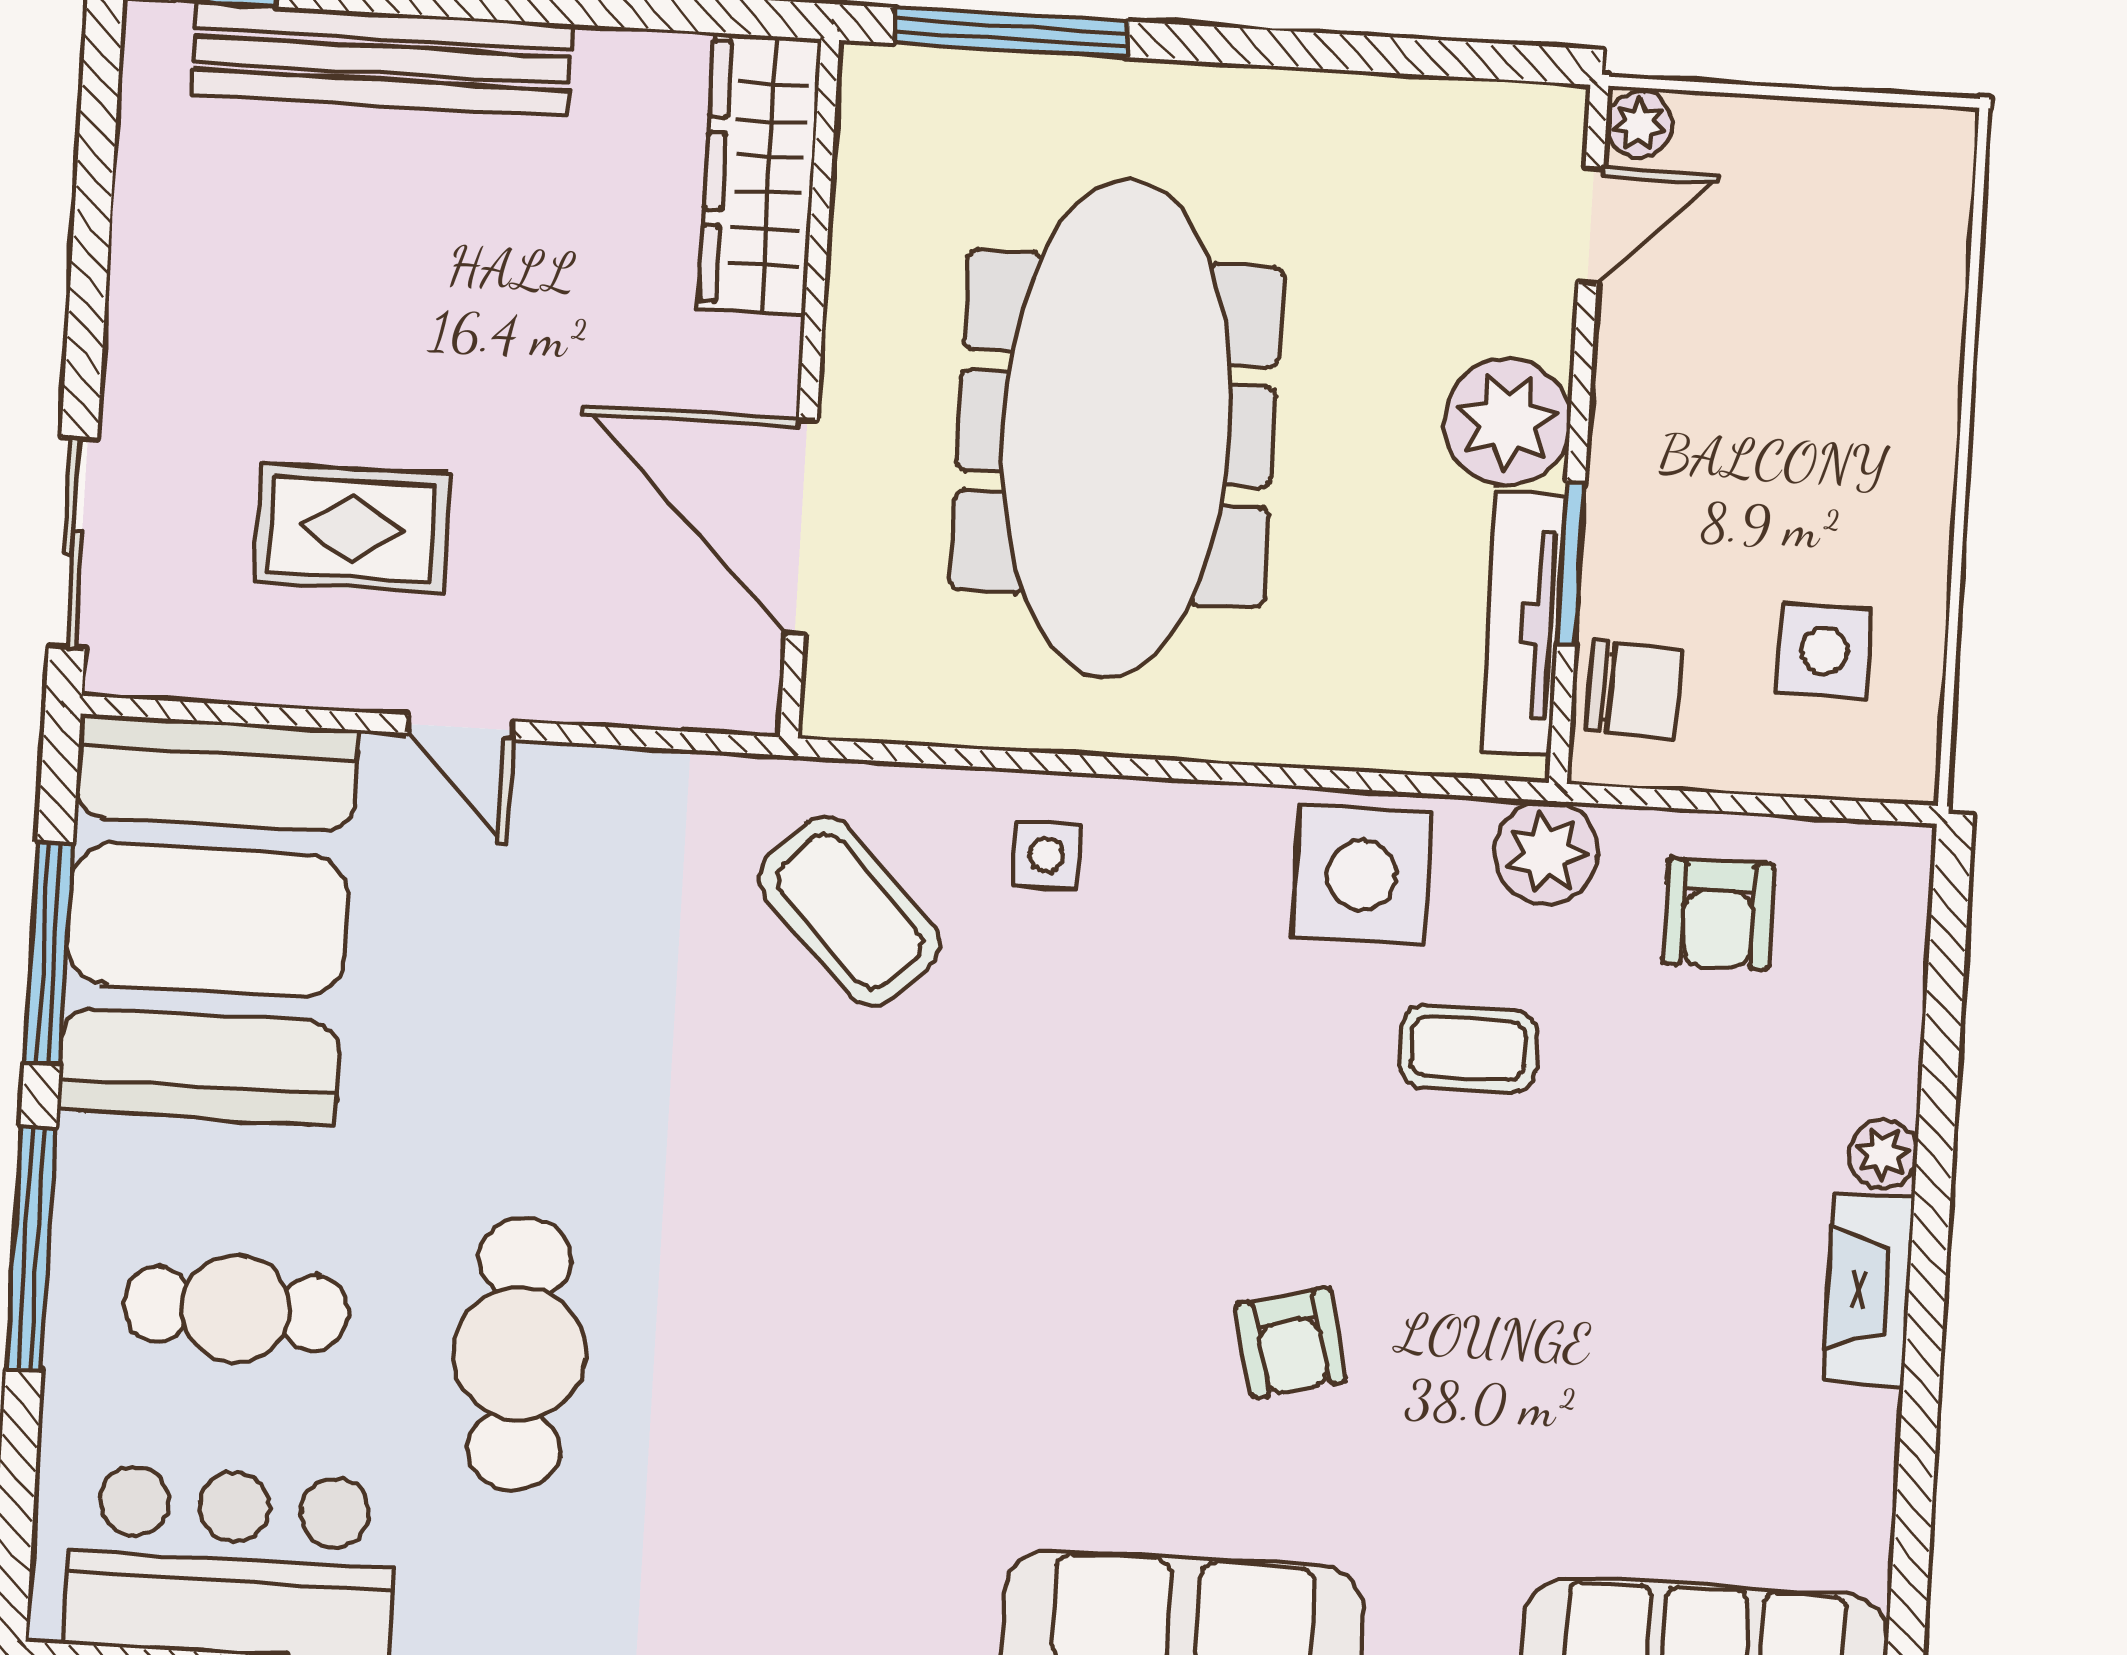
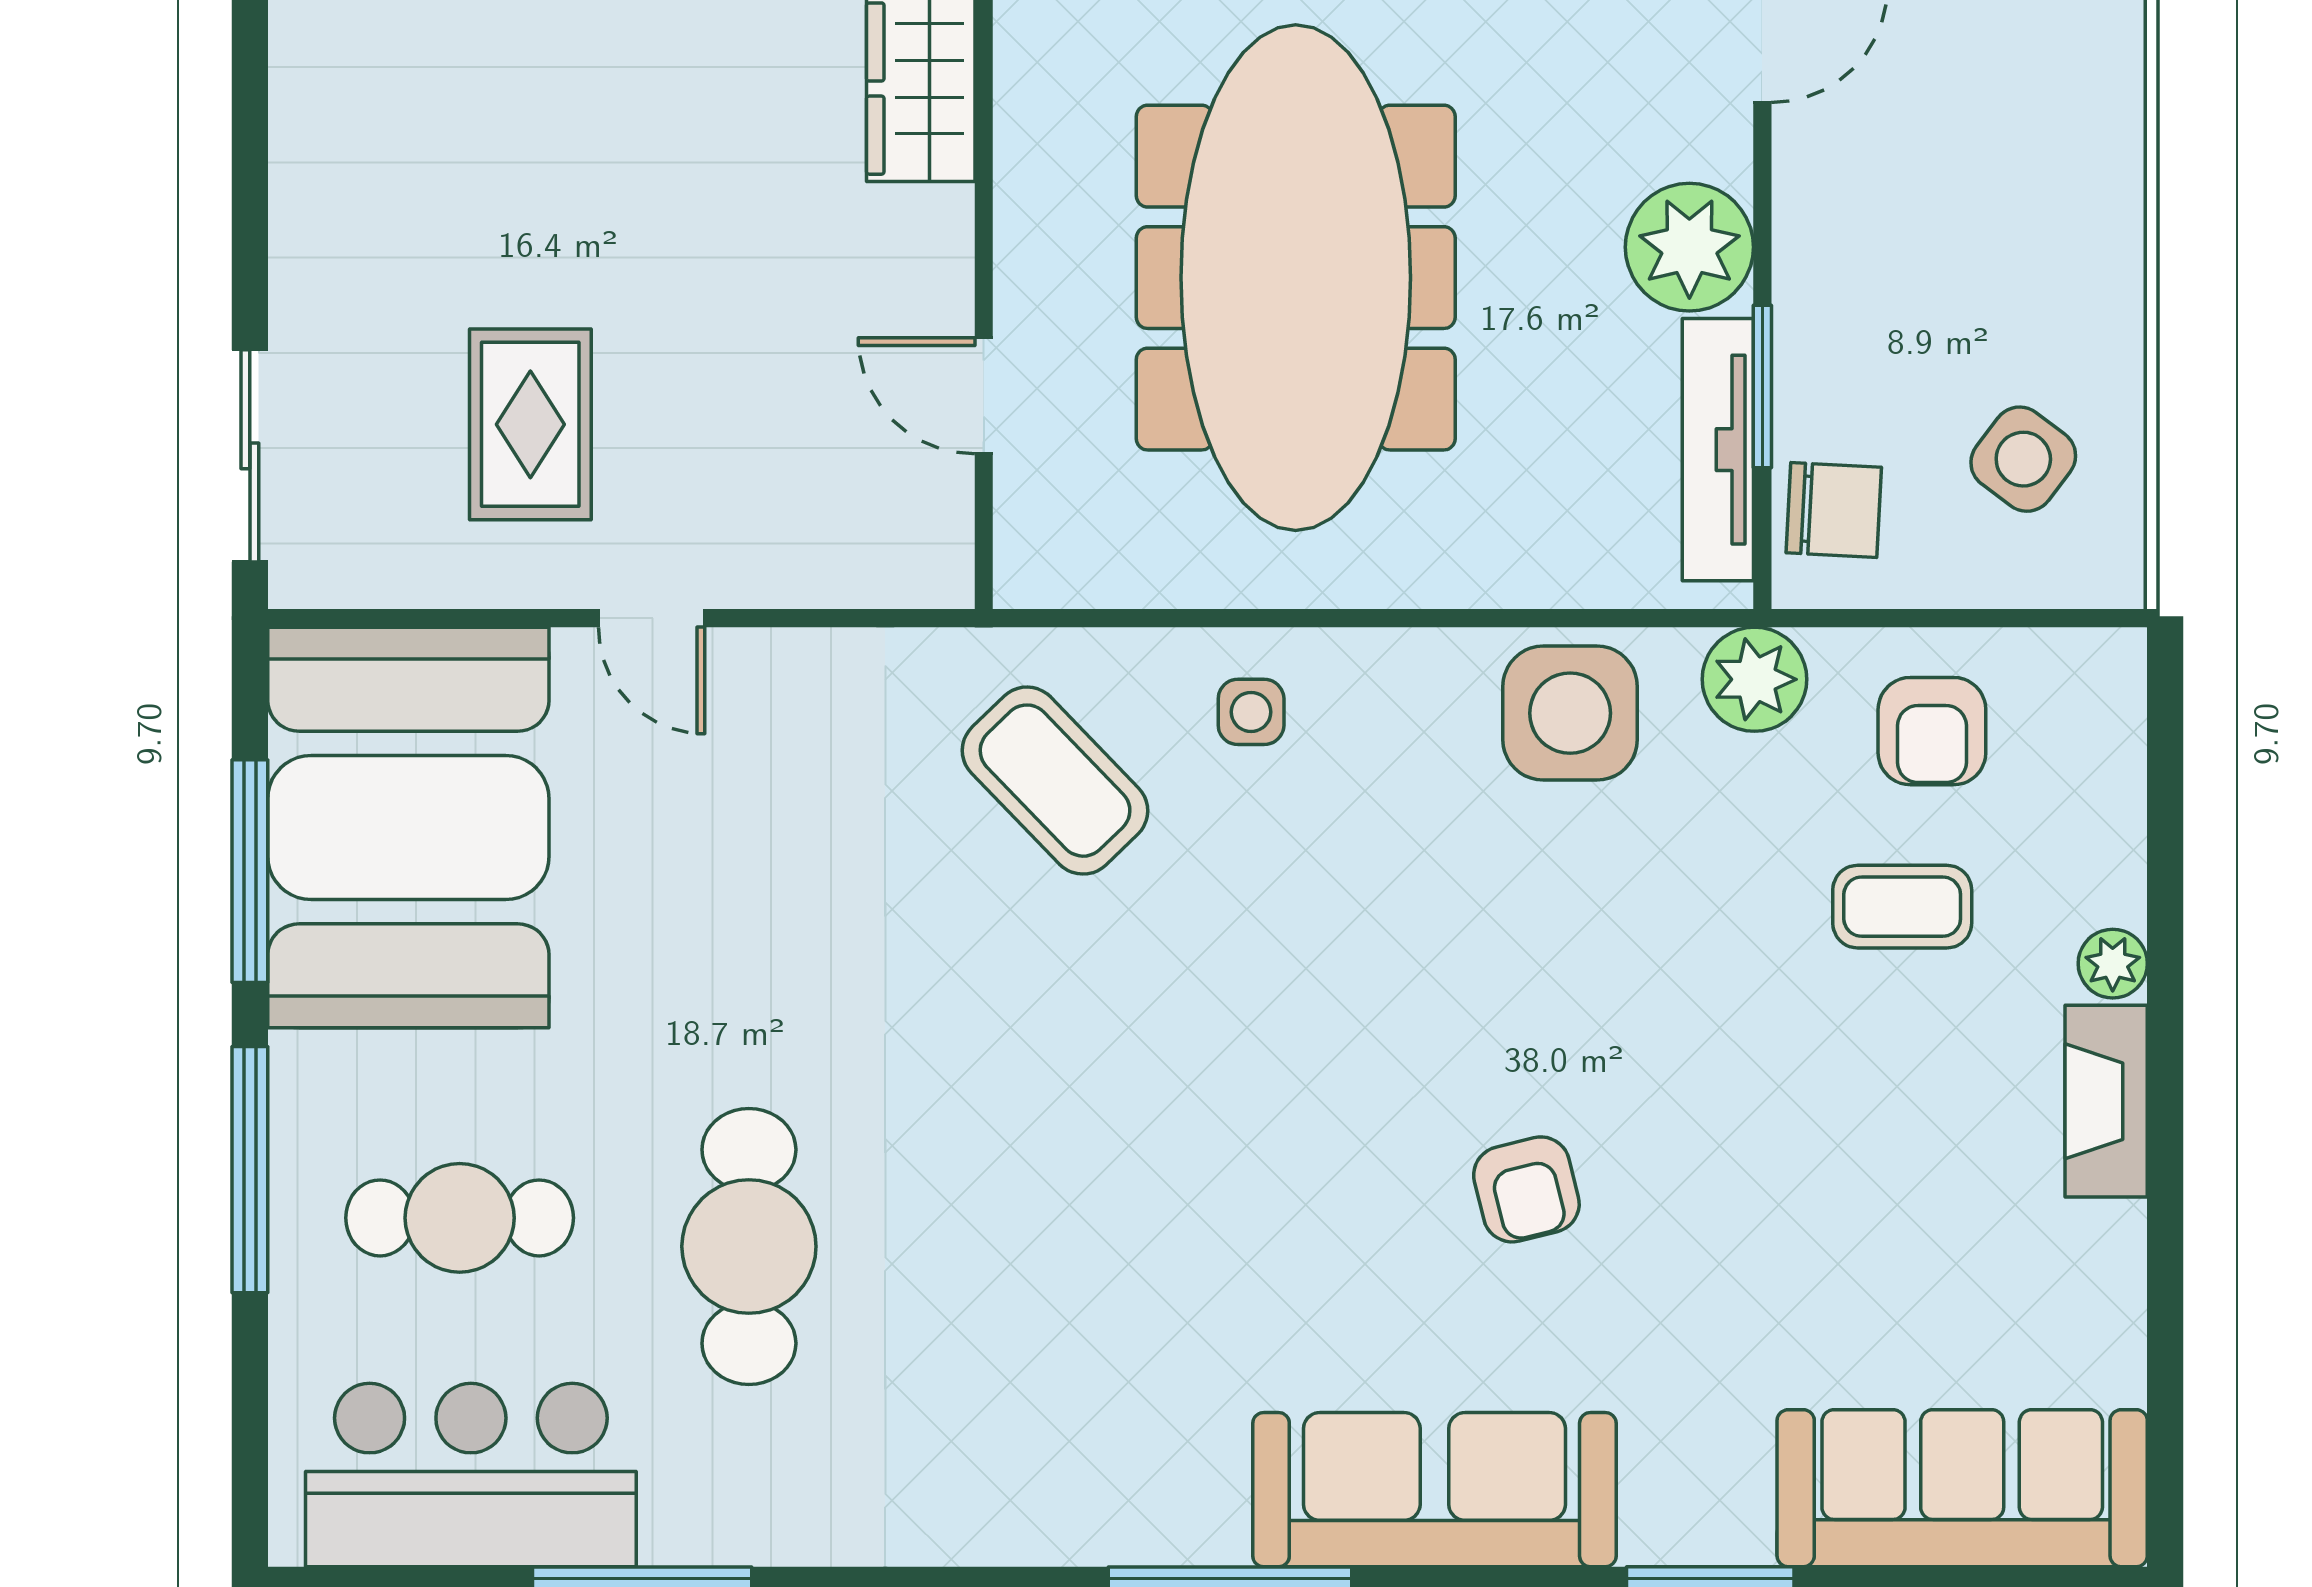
door: (801, 527) -> (984, 396), width x0.53
rug: (352, 529) -> (530, 424), turned 90
side table: (1824, 651) -> (2023, 459), turned 37
coffee table: (1468, 1049) -> (1902, 907), moved

